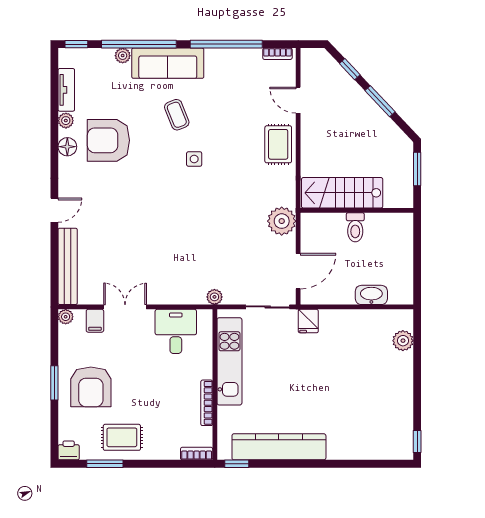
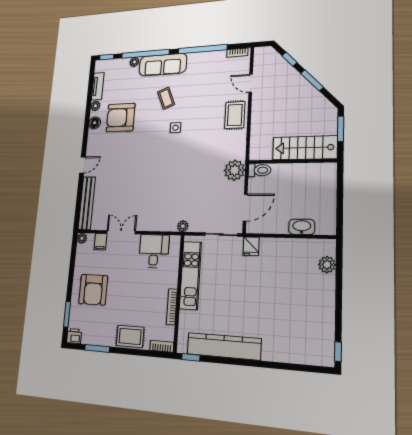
stairs: (342, 193) -> (305, 148), moved
toilet: (355, 227) -> (260, 170), moved, turned -90
window: (54, 383) -> (67, 314), moved
rug: (122, 437) -> (130, 336), moved

